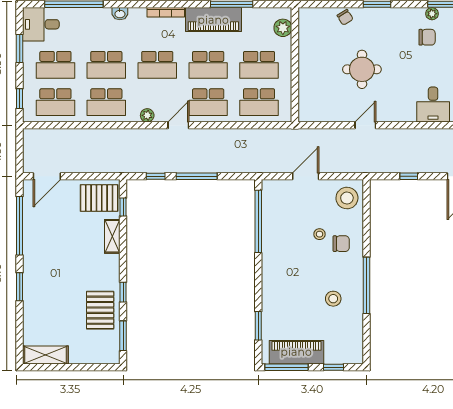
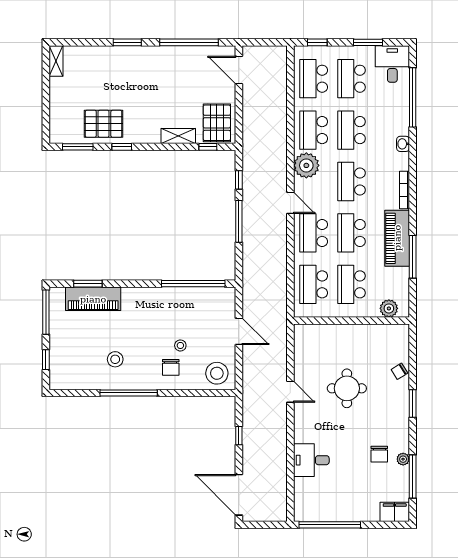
plant: (147, 115) -> (306, 165), width x1.88, depth x1.88
piano: (296, 352) -> (93, 299), moved, turned 90
shelving: (45, 355) -> (56, 61), width x0.67, depth x0.75

